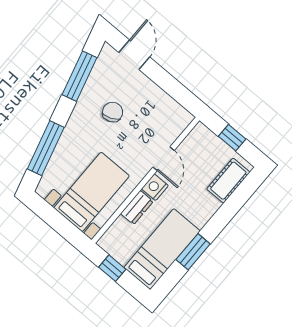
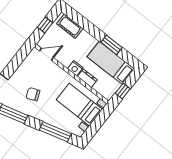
door: (164, 159) -> (46, 54), moved

